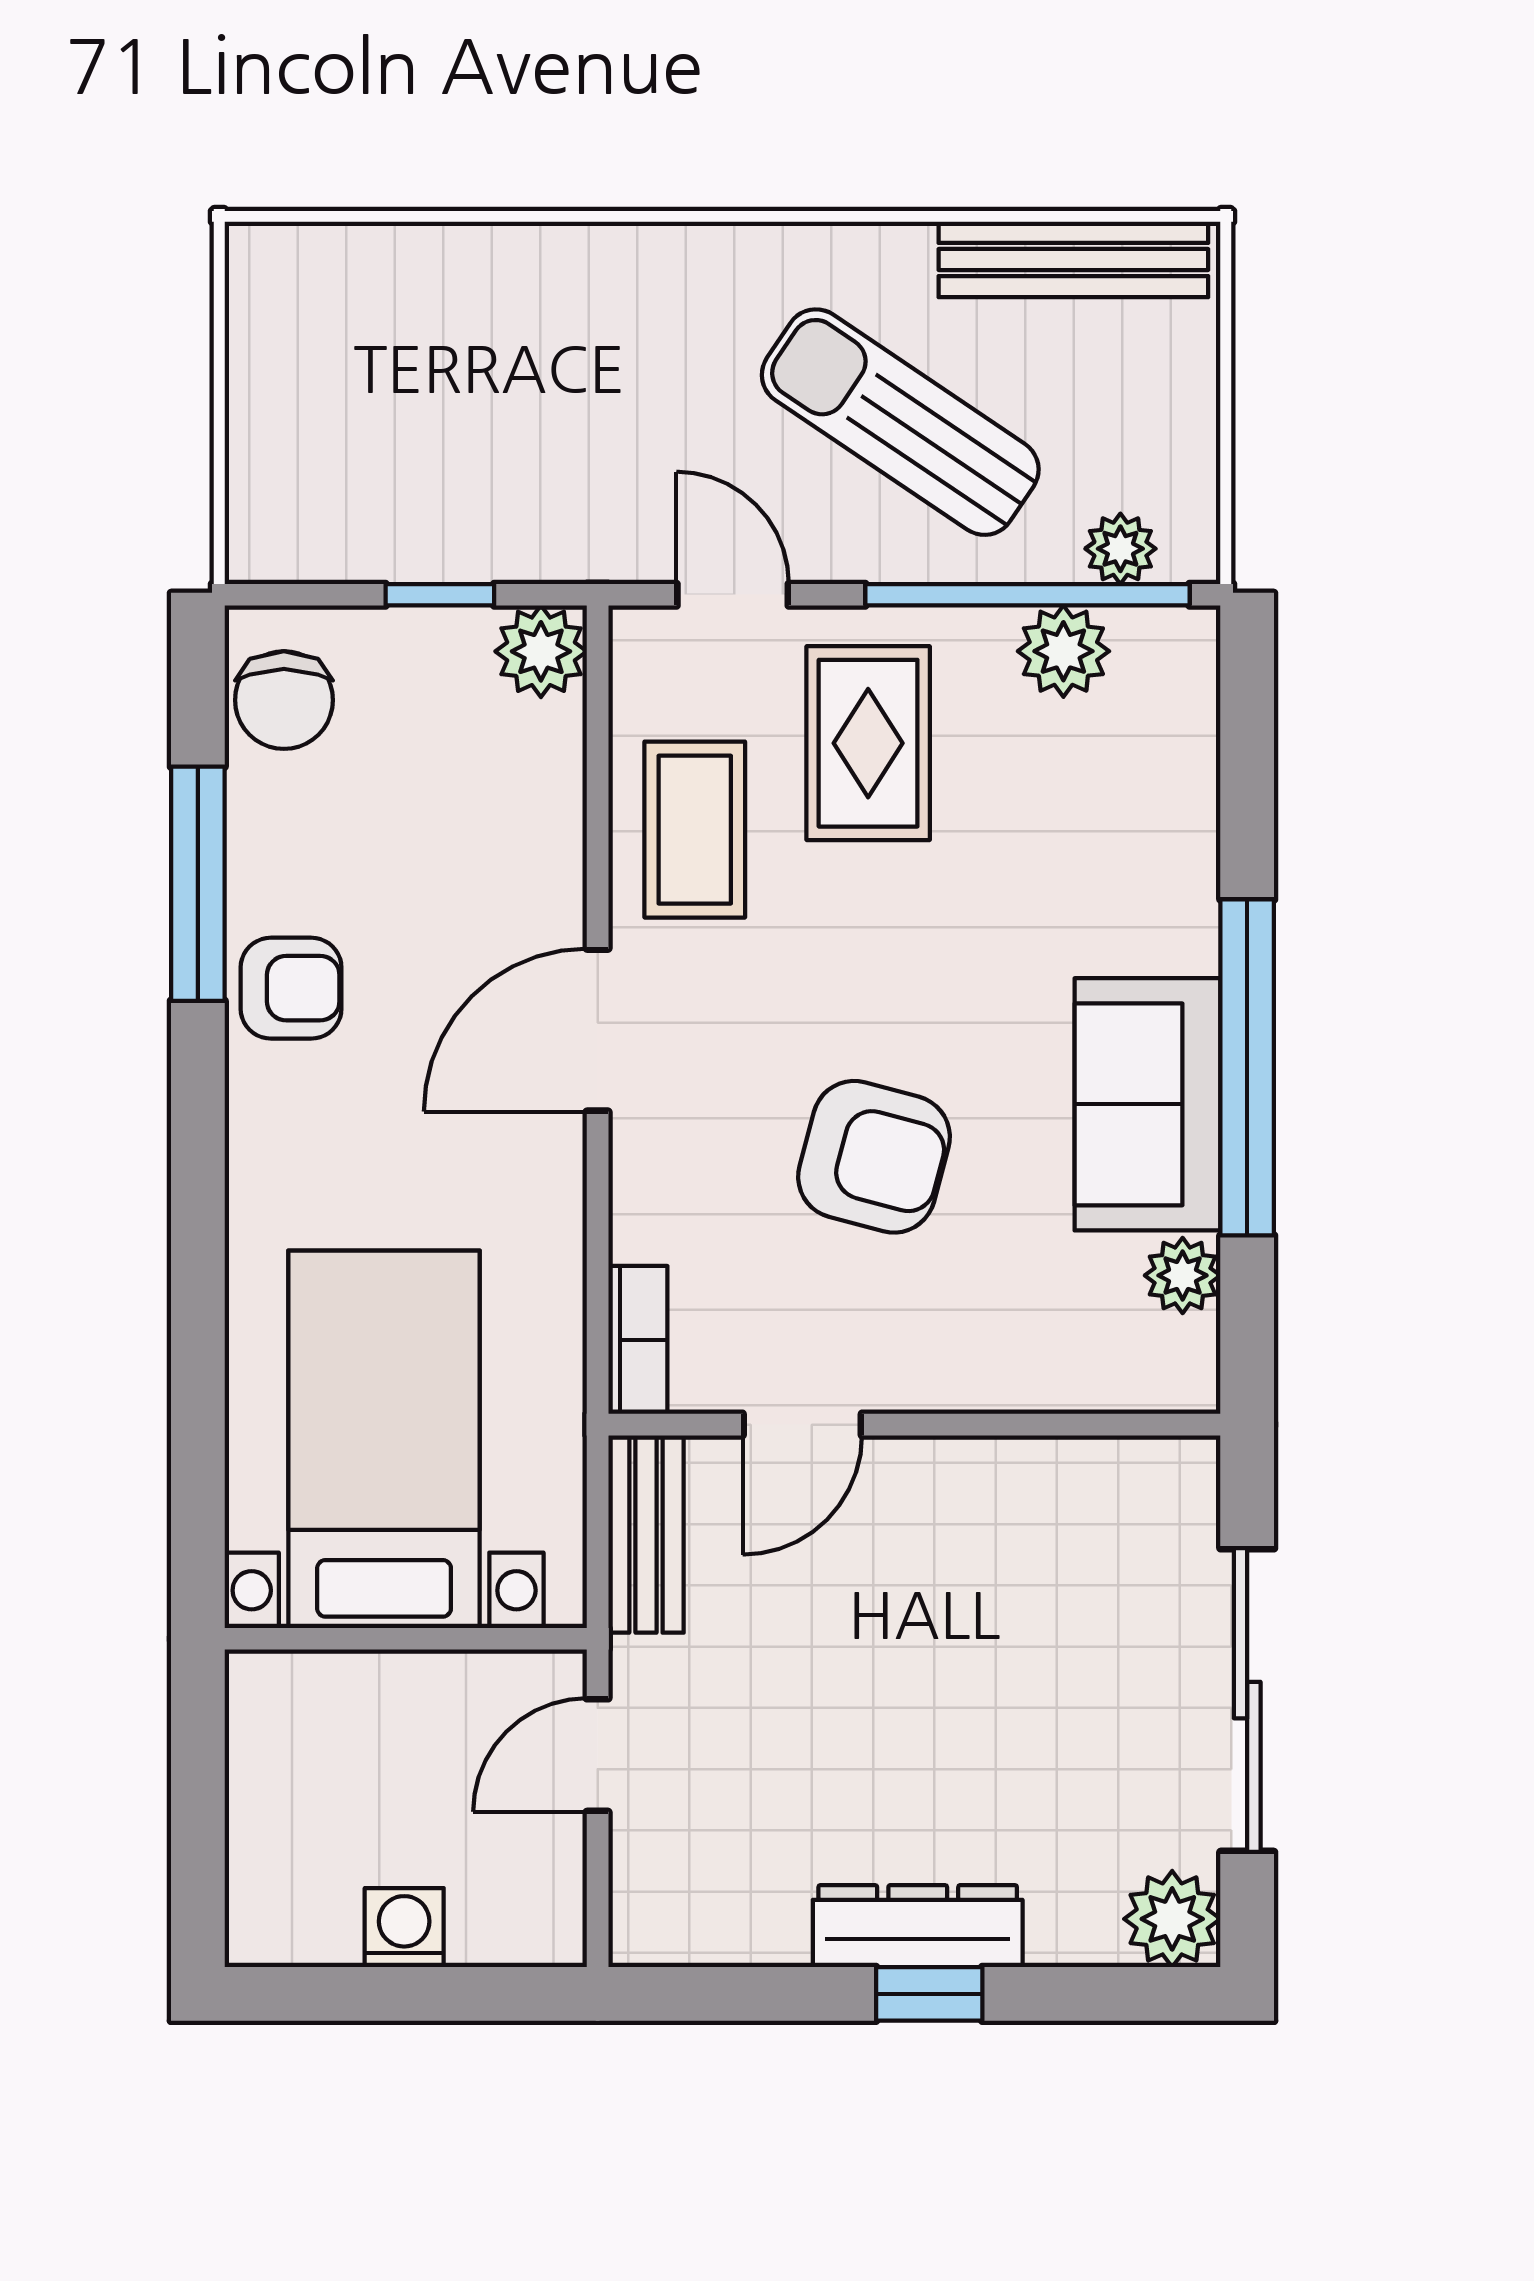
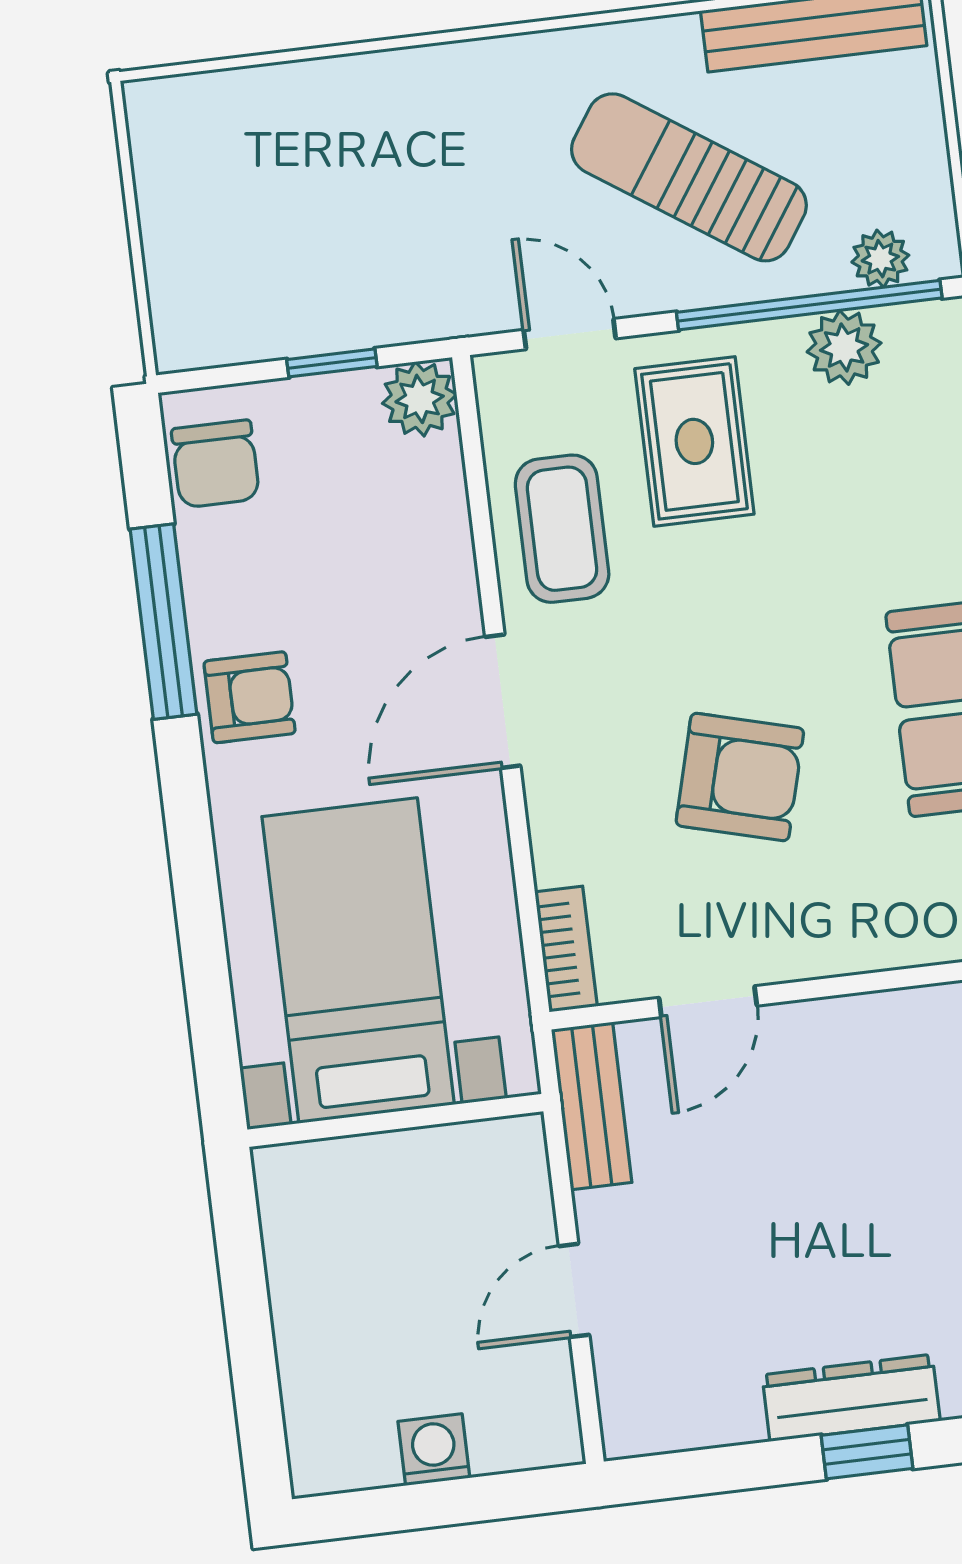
bed with nightstands: (384, 1439) -> (358, 960), moved
wall: (406, 1639) -> (395, 1120), moved

